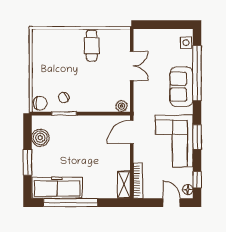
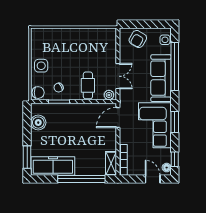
armchair: (155, 42) -> (138, 39), added
cafe table: (92, 46) -> (88, 85), moved
double door: (132, 66) -> (118, 76), moved
side table: (44, 72) -> (41, 66), added
sofa: (181, 87) -> (161, 78), width x1.36
window: (27, 162) -> (27, 157), moved
window: (71, 203) -> (81, 179), moved

